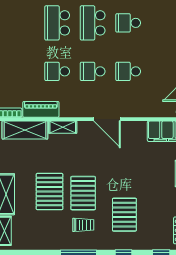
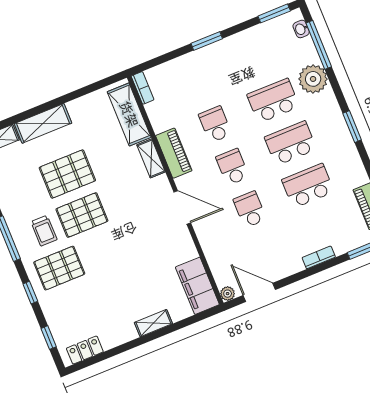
school desk: (128, 23) -> (308, 186), width x1.85
piano: (41, 109) -> (174, 153), moved
door: (107, 119) -> (182, 207), swing flipped
pallet: (124, 215) -> (59, 268), moved

